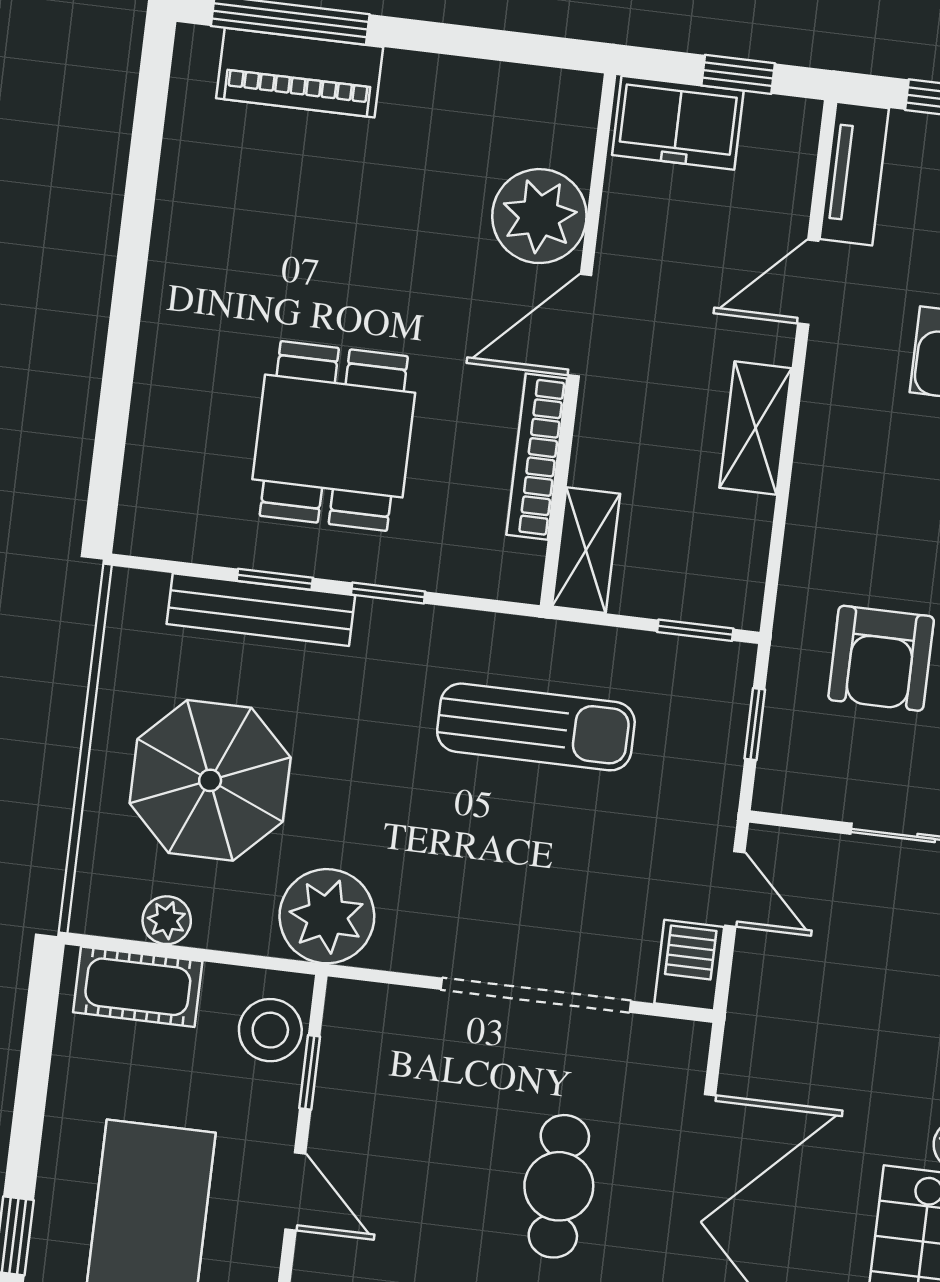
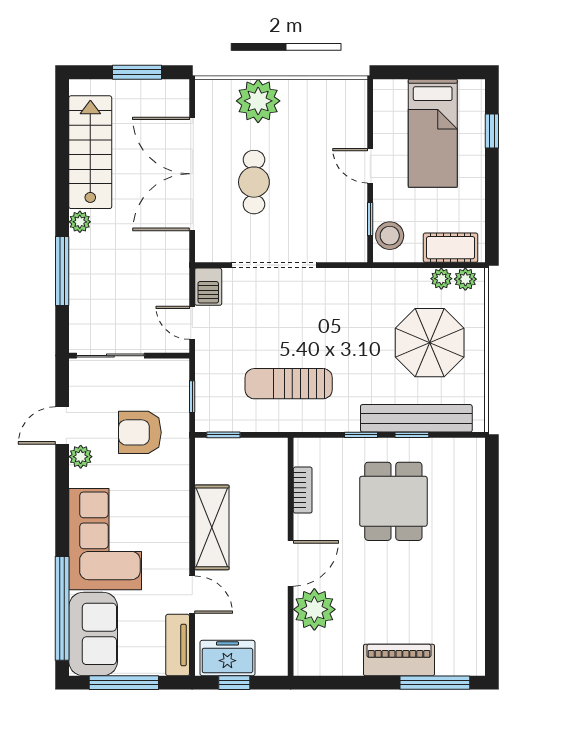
piano: (300, 73) -> (399, 660), moved
freezer: (678, 123) -> (227, 658), moved
door: (808, 282) -> (192, 595), hinge flipped
shelving: (755, 428) -> (212, 527), width x1.50, depth x1.33
bookcase: (537, 457) -> (303, 490), width x0.64
shelving: (586, 550) -> (276, 464), removed
bench: (261, 610) -> (416, 418), width x1.37, depth x1.21
armchair: (881, 658) -> (140, 432), turned -90
plant: (327, 916) -> (465, 279), moved, width x0.53, depth x0.53

